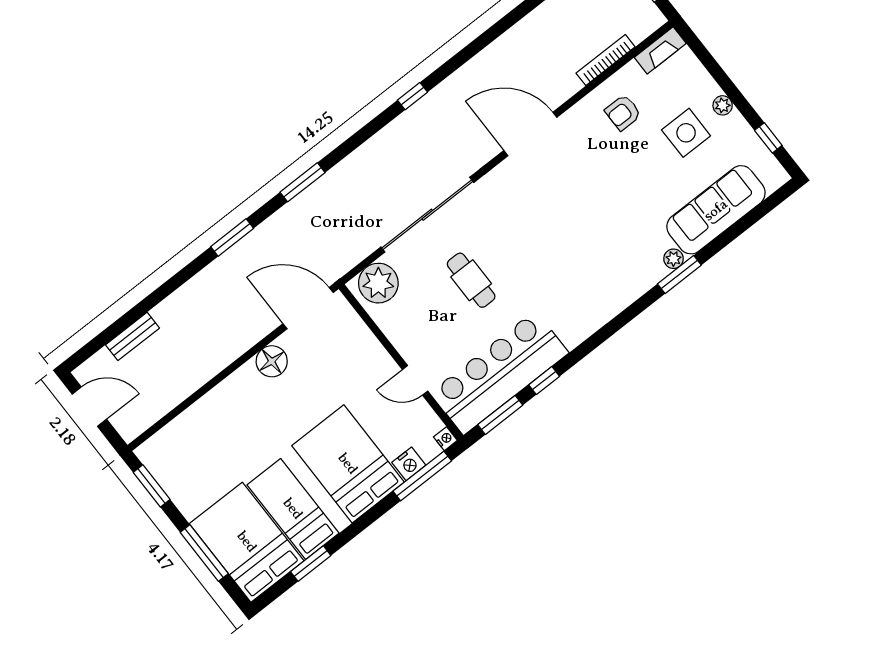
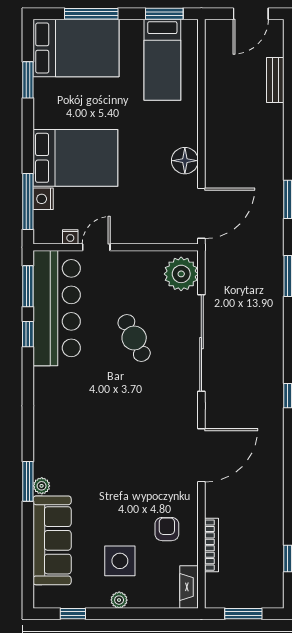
cafe table: (471, 280) -> (134, 338), turned 64
nightstand: (445, 439) -> (70, 237), moved
bed: (293, 509) -> (162, 60), moved, turned 90

